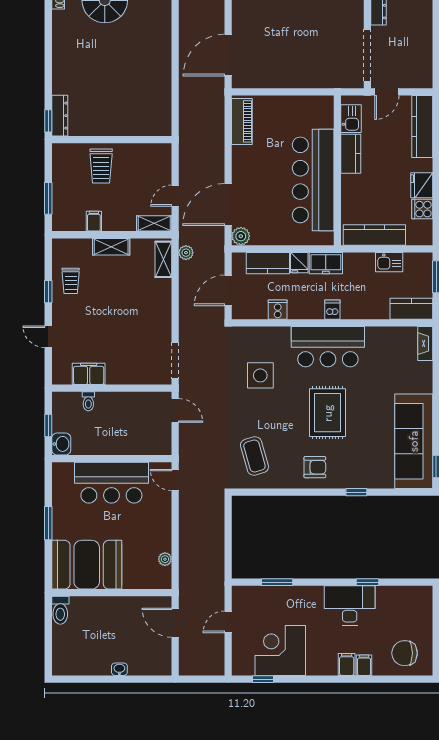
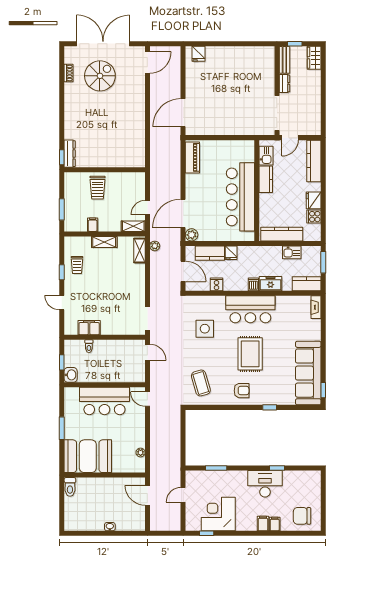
freezer: (326, 263) -> (271, 284), moved, turned 180
door: (228, 290) -> (183, 271), swing flipped

